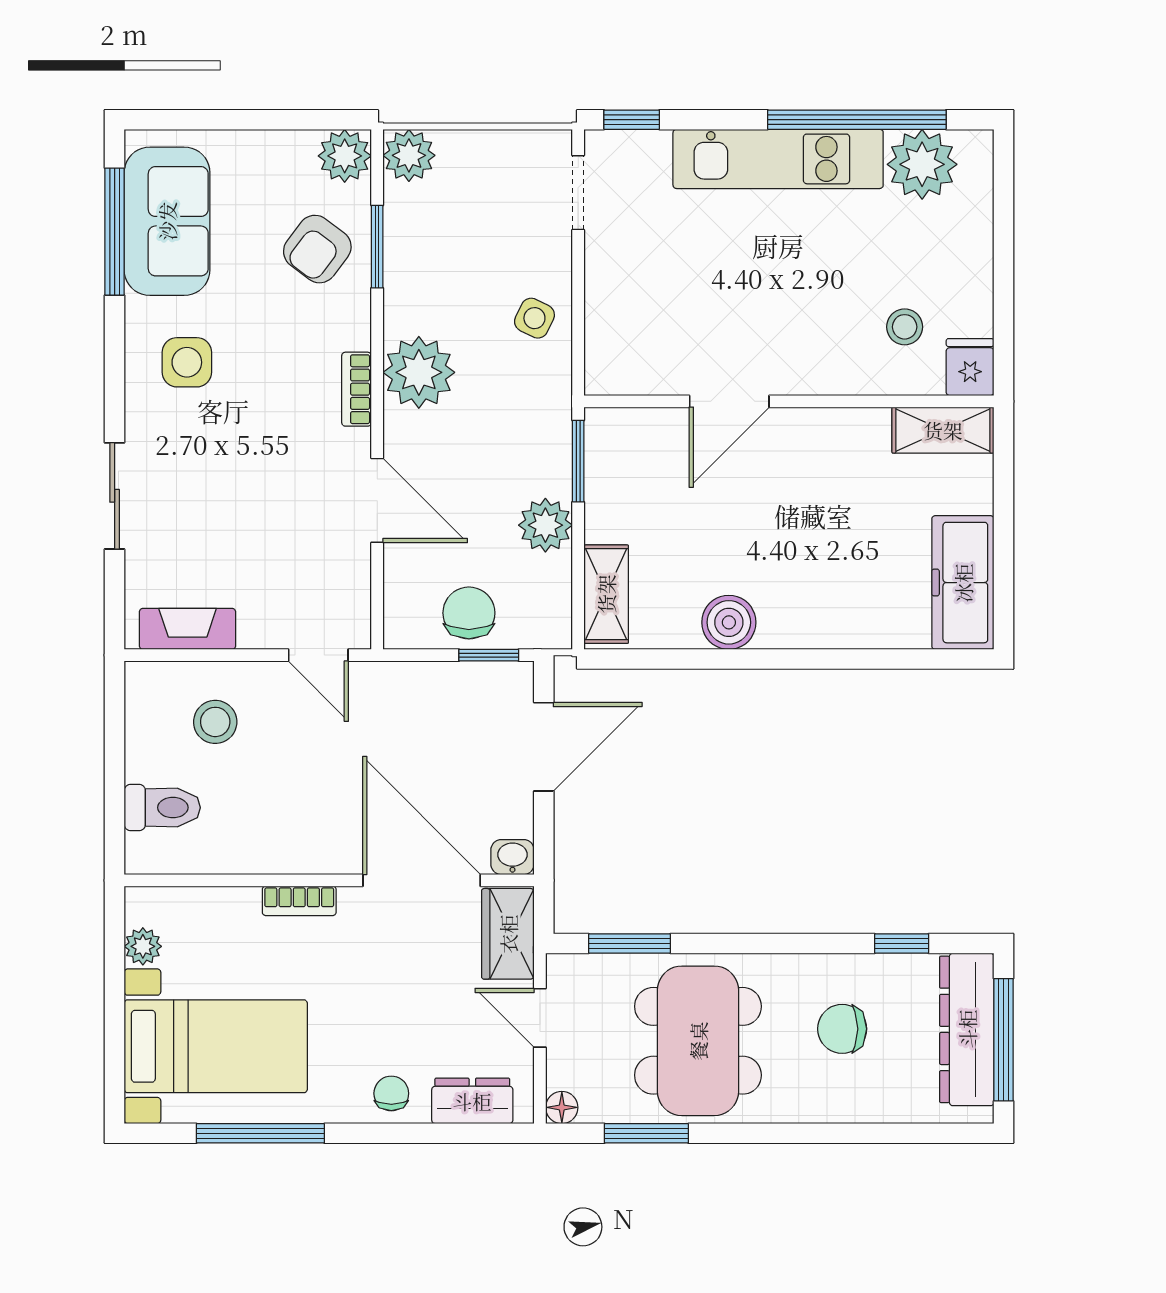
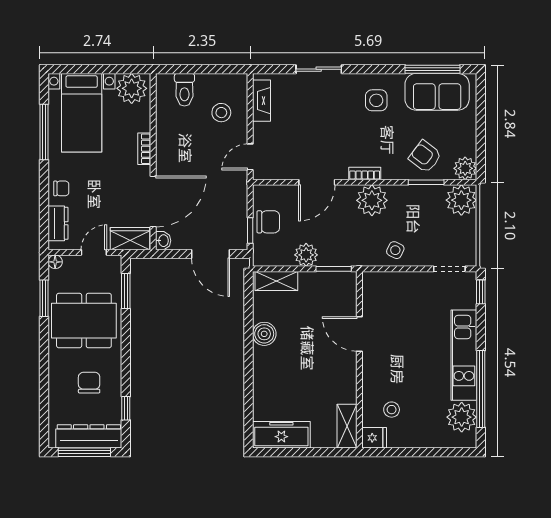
plant: (409, 155) -> (461, 200), width x1.36, depth x1.36
plant: (143, 946) -> (132, 88), width x1.87, depth x1.87

